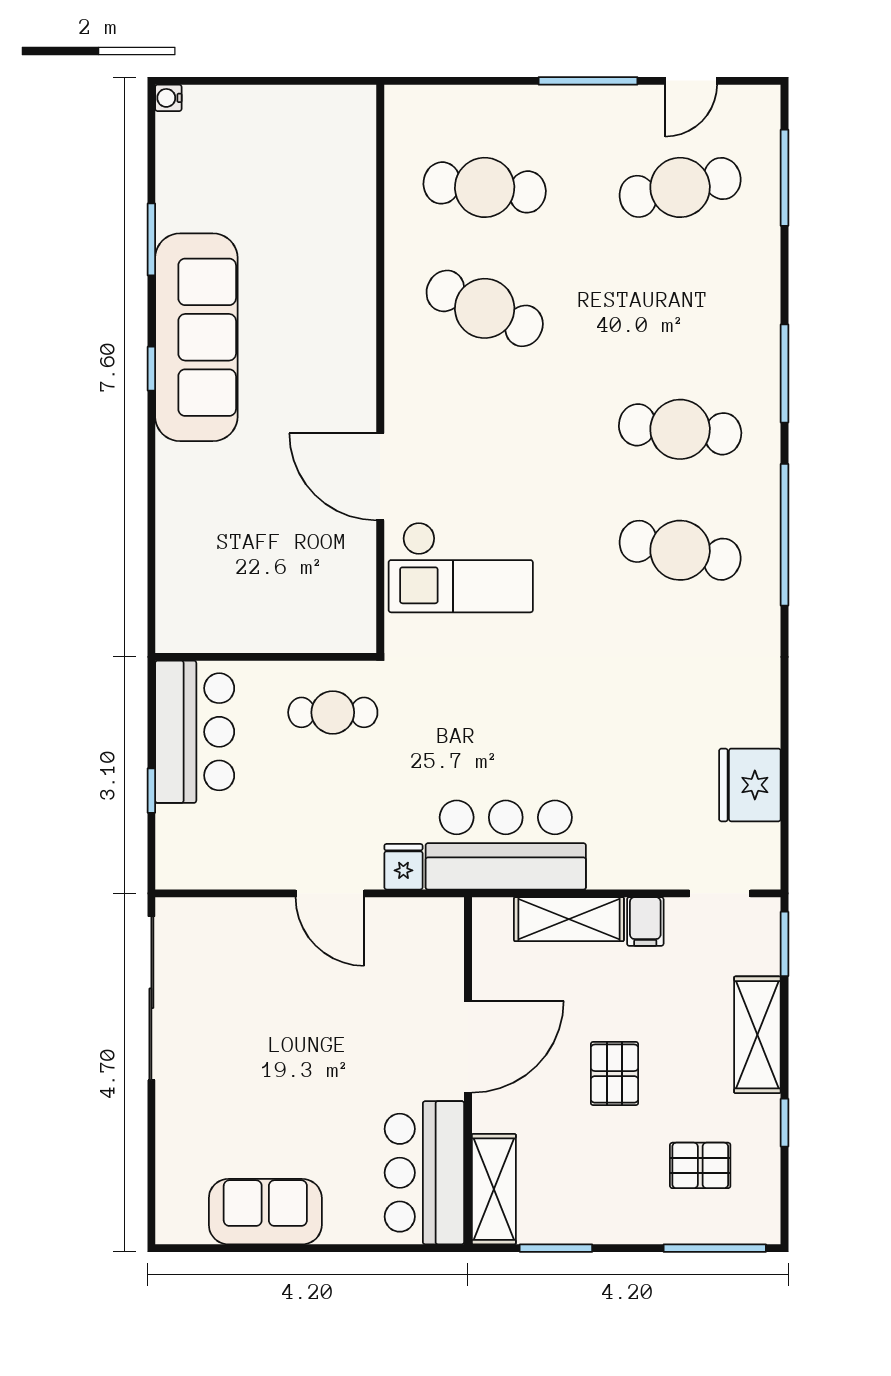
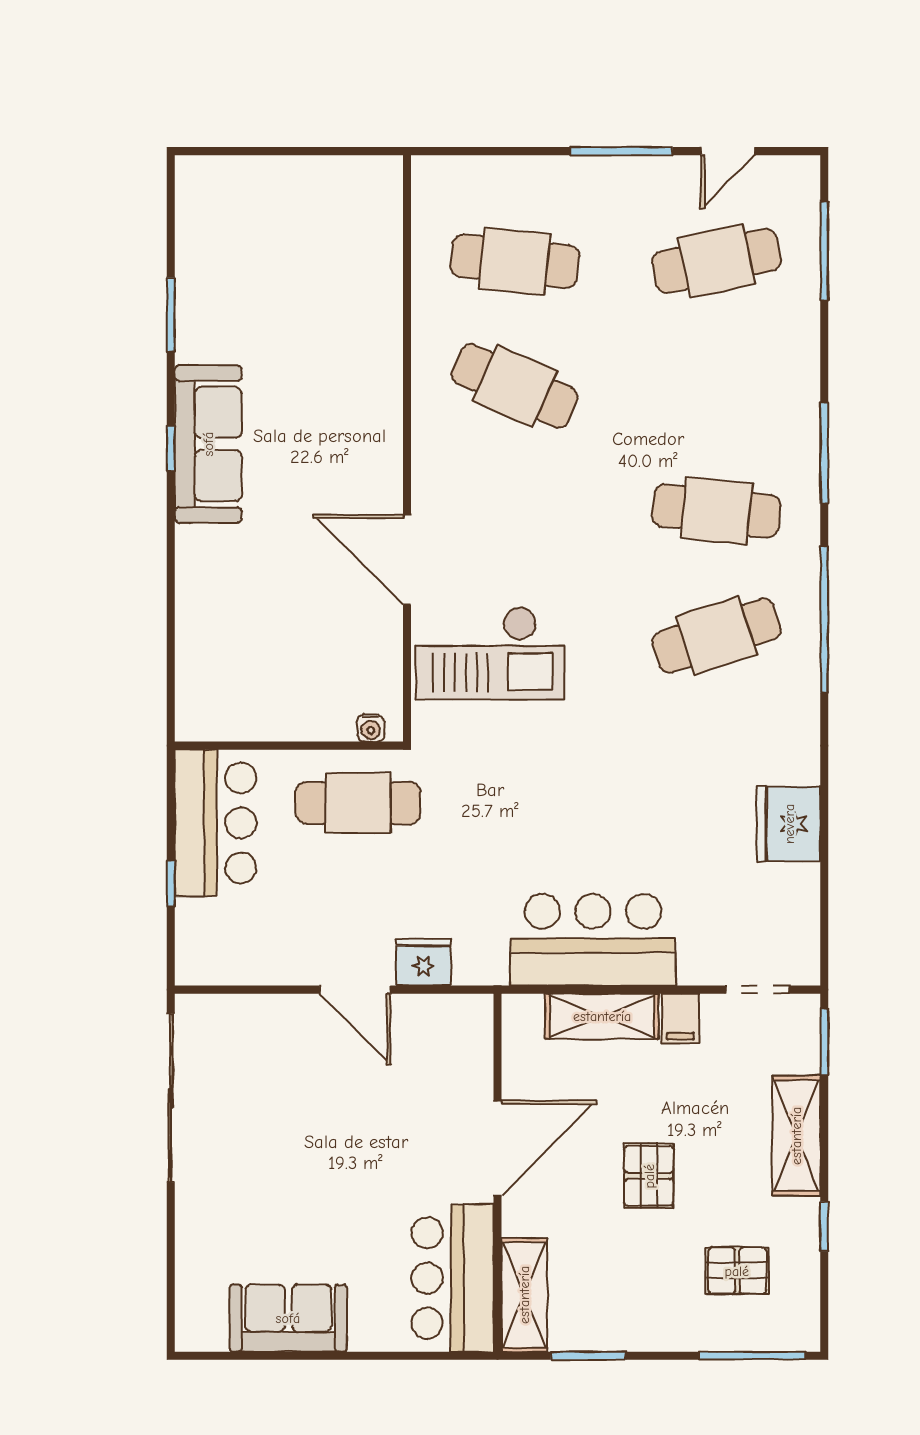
water cooler: (168, 98) -> (371, 728), moved, turned -90
sofa: (196, 337) -> (208, 444), width x0.74, depth x0.79
cafe table: (680, 550) -> (716, 636), turned -30
cafe table: (333, 712) -> (358, 803), width x1.37, depth x1.35
fridge: (750, 785) -> (789, 824), moved
bar counter: (506, 845) -> (593, 940), moved
fridge: (403, 867) -> (423, 962), width x1.38

